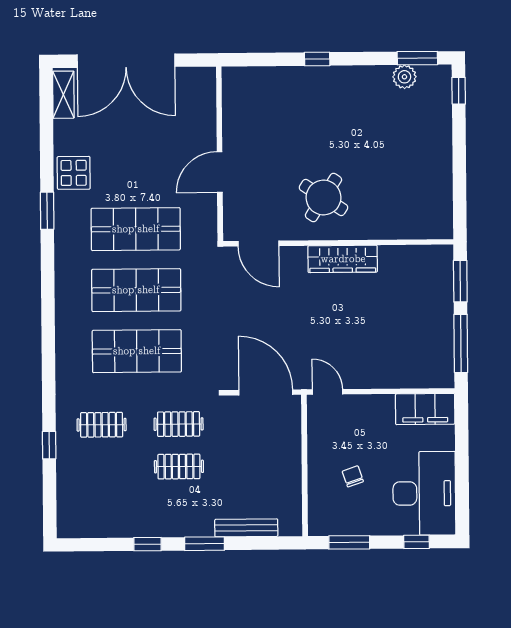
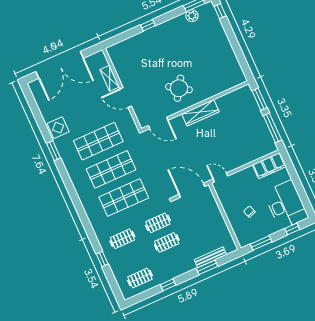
shelving: (63, 95) -> (110, 78), moved
door: (220, 172) -> (126, 98), hinge flipped
clothes rail: (102, 510) -> (140, 278), added
window: (205, 544) -> (207, 267), moved

